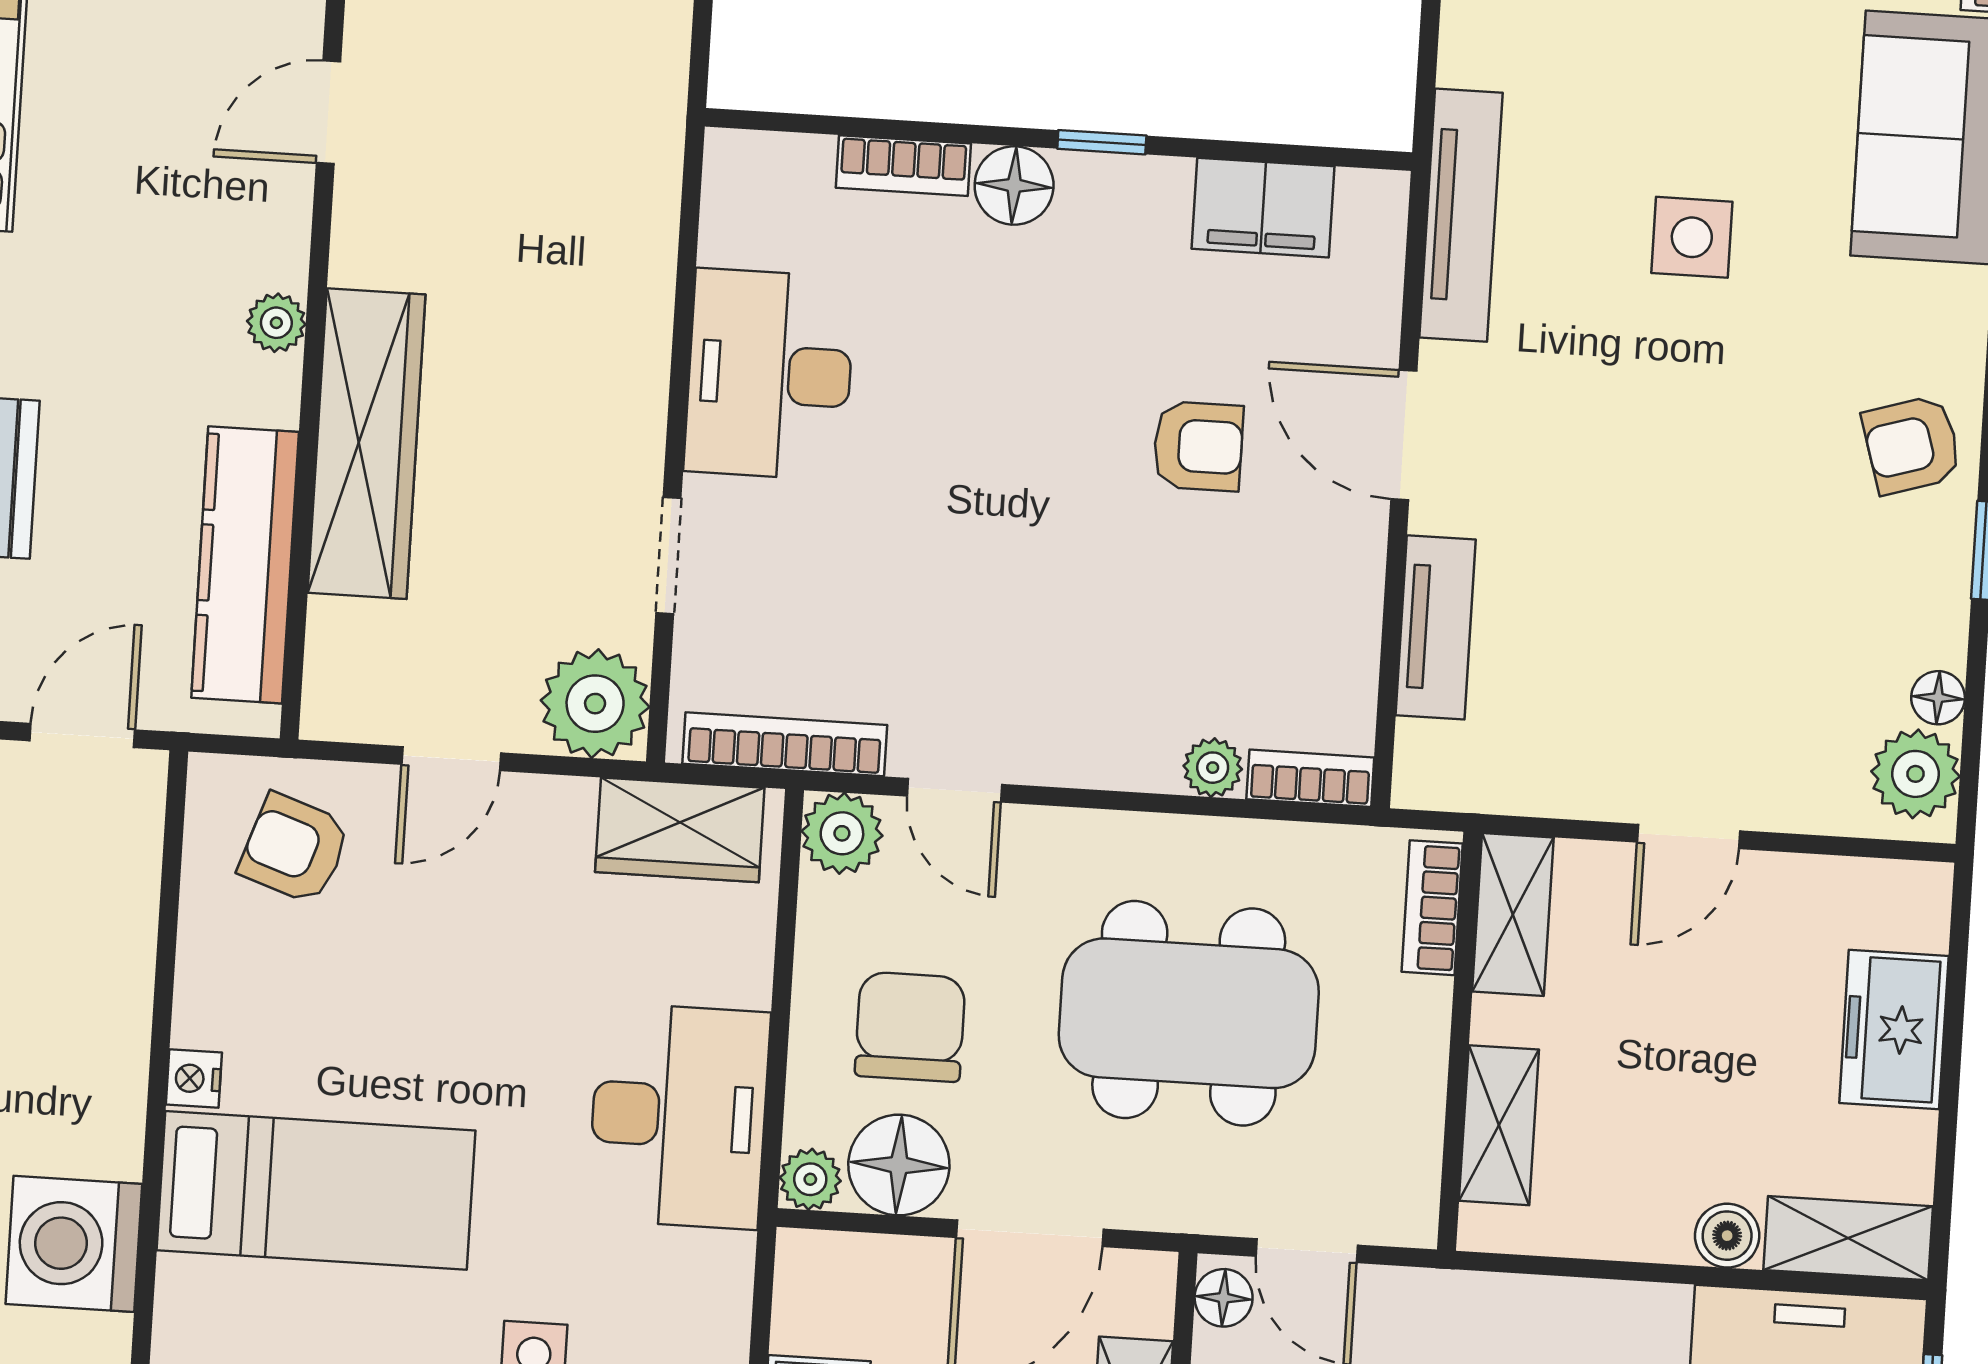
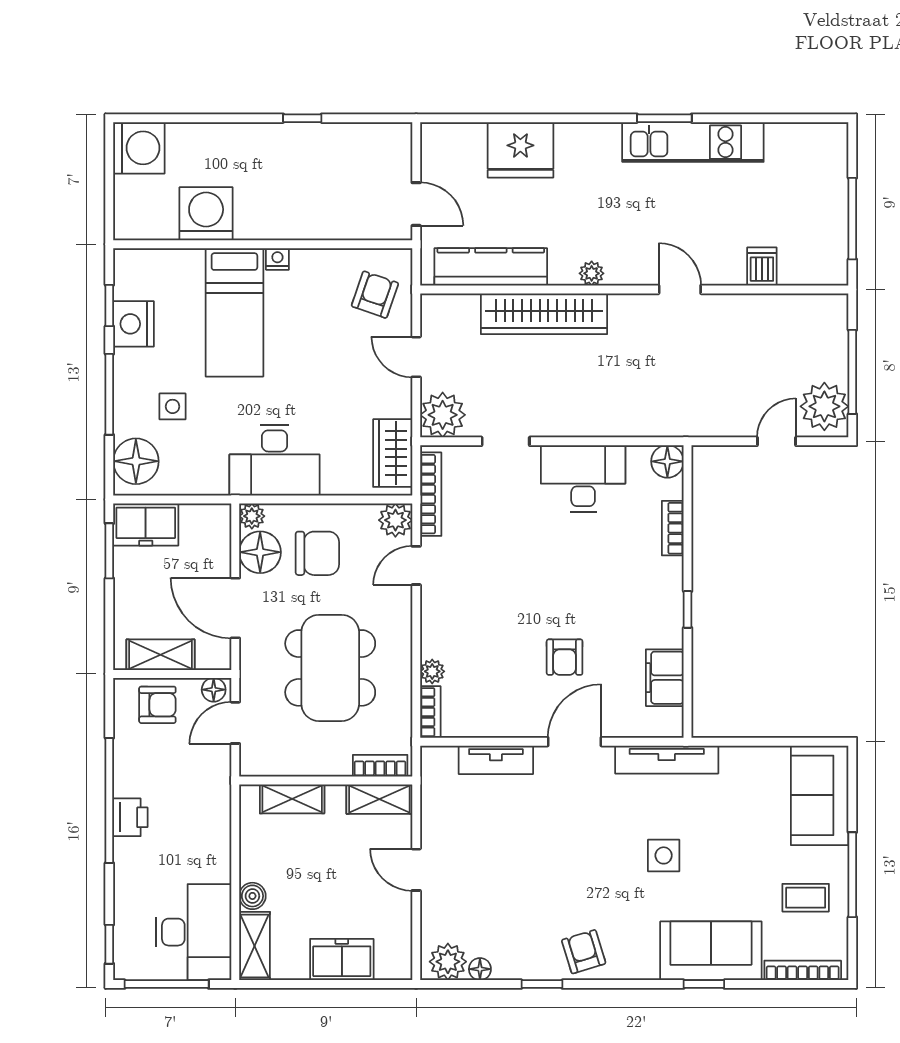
floor lamp: (1014, 185) -> (667, 461), moved

